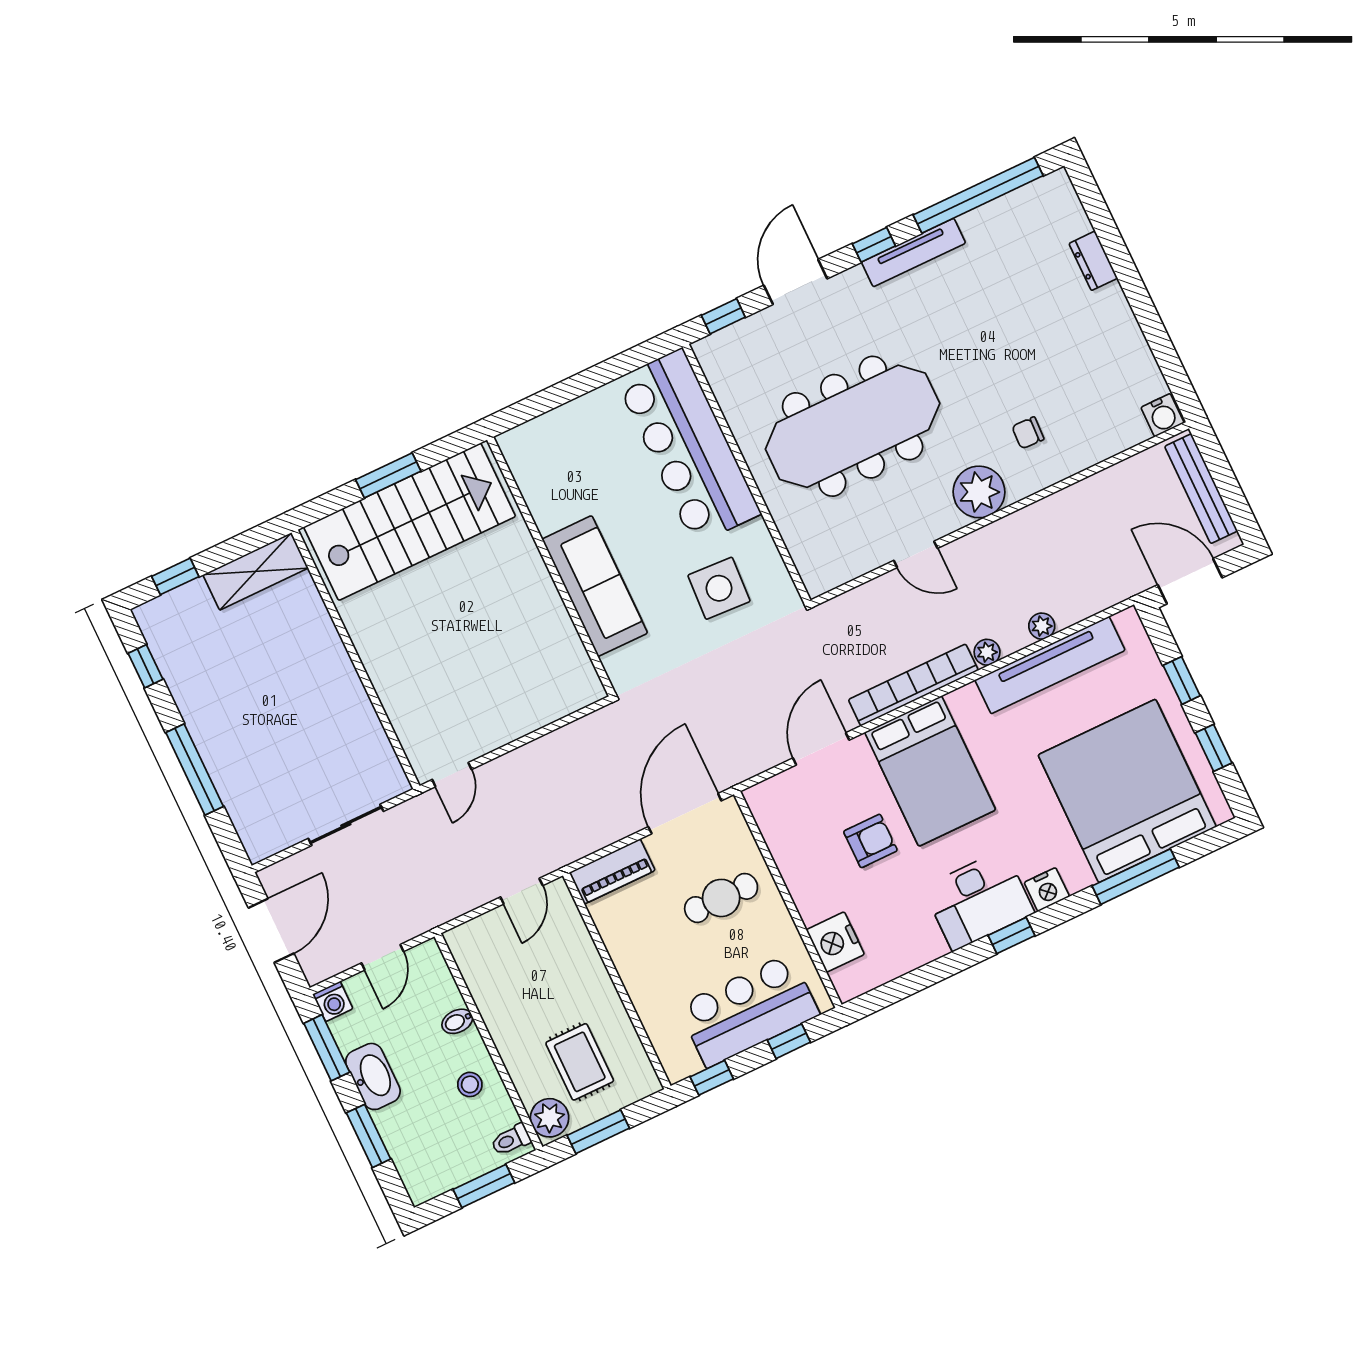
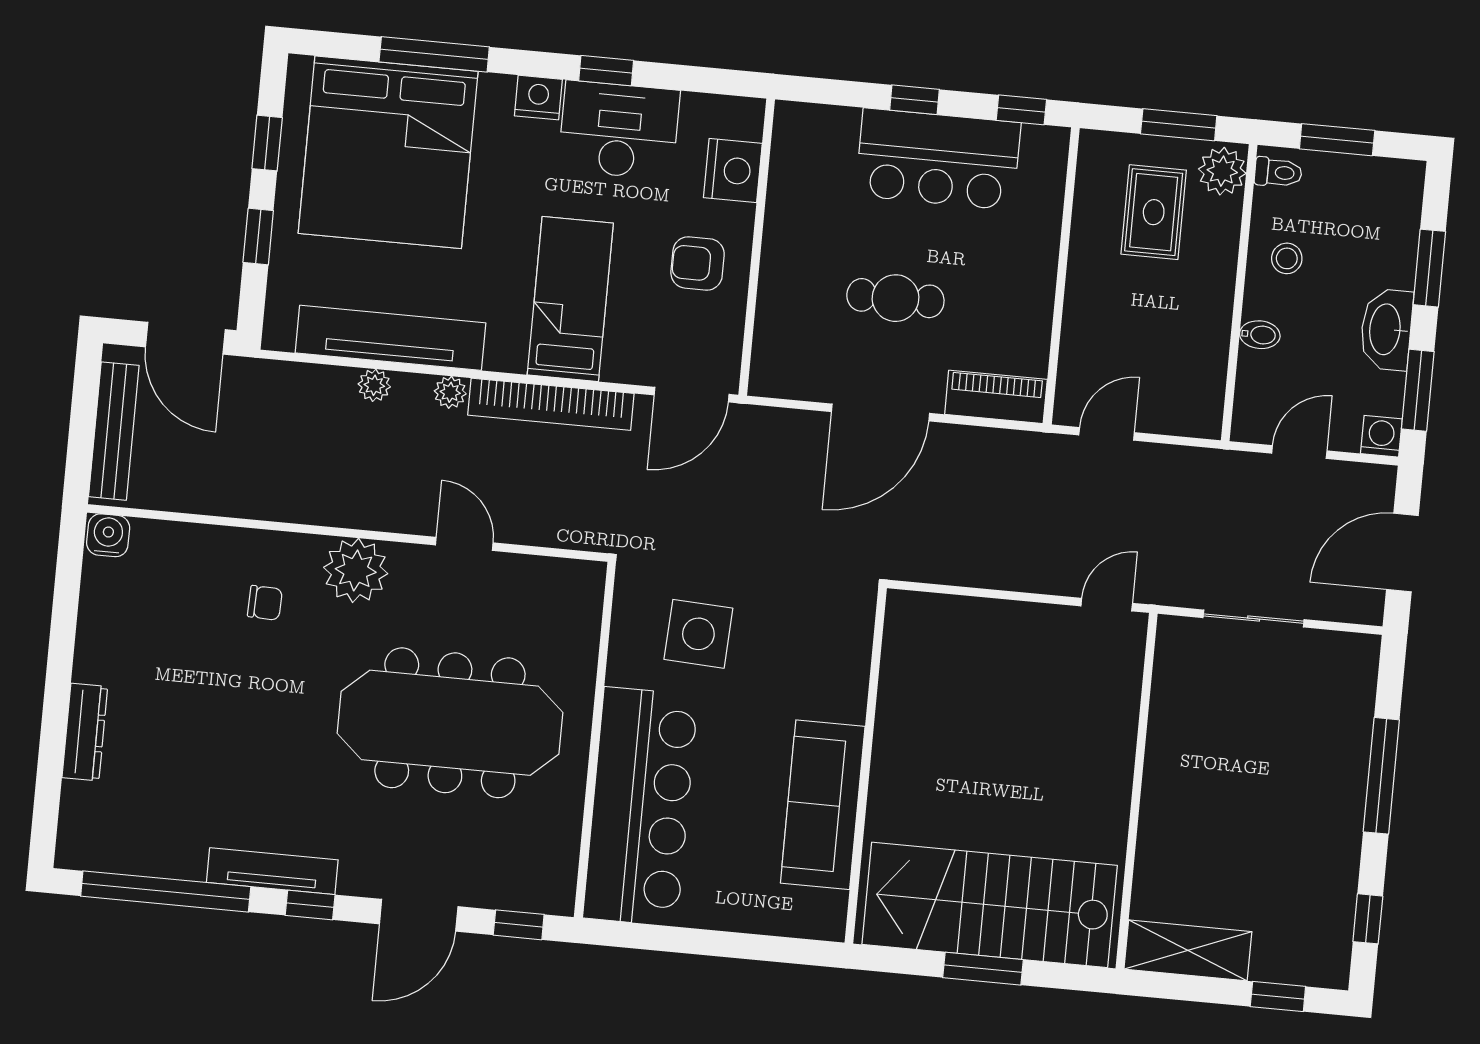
dresser: (1093, 261) -> (85, 732), width x1.44
sofa: (595, 586) -> (823, 805), moved
bed: (930, 771) -> (570, 299), width x0.67
wall: (788, 899) -> (757, 247), moved
nightstand: (835, 942) -> (733, 171), moved

